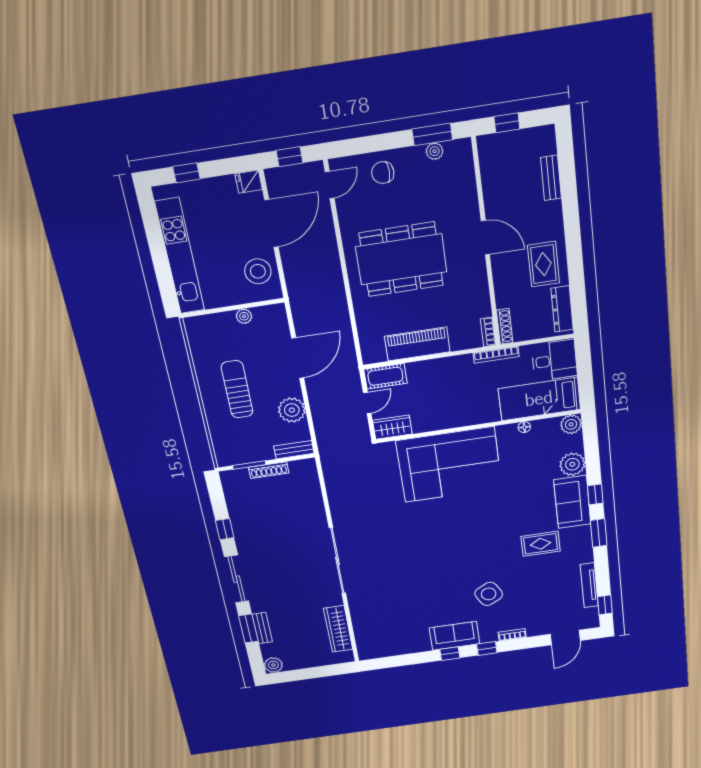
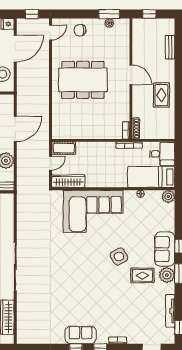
dresser: (562, 309) -> (169, 123), removed
piano: (417, 344) -> (85, 131), removed
wardrobe: (392, 427) -> (68, 181), width x1.50
plant: (572, 464) -> (167, 275), moved
side table: (489, 594) -> (119, 256), moved

